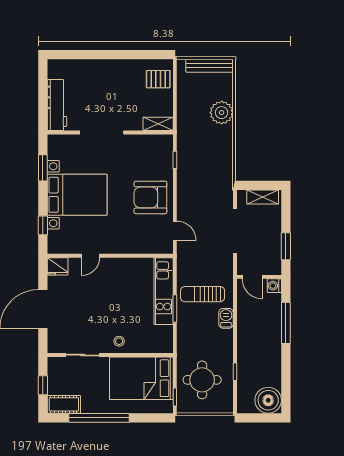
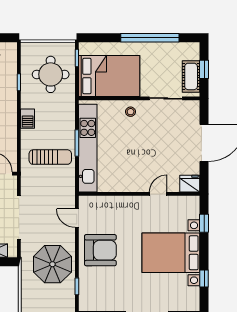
window: (43, 168) -> (204, 279), width x0.67
parasol: (200, 183) -> (52, 264), added
kitchen unit: (164, 291) -> (88, 148), width x1.36
barbecue: (226, 318) -> (28, 119), moved
cot: (64, 404) -> (191, 76), moved, turned 90

